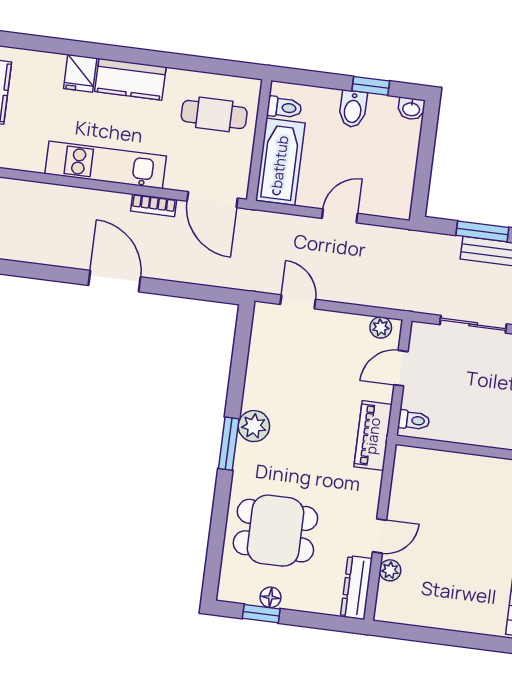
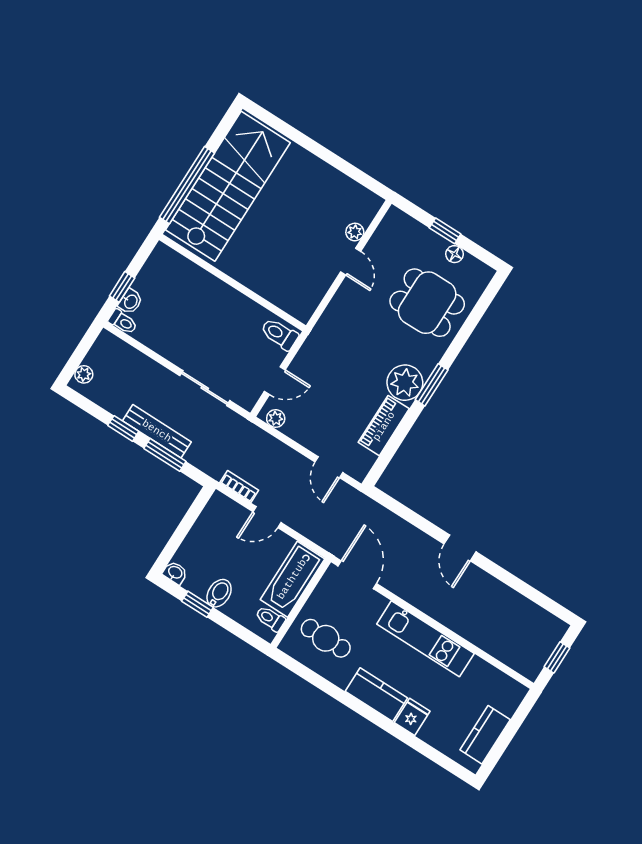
bookcase: (154, 205) -> (239, 487), moved
door: (114, 281) -> (460, 548), width x0.73
toilet: (414, 420) -> (279, 334), width x1.37, depth x1.39
plant: (254, 426) -> (405, 383), width x1.36, depth x1.36
piano: (373, 436) -> (384, 426), moved, turned 180
door: (379, 536) -> (351, 262), swing flipped
dresser: (356, 587) -> (386, 231), removed
window: (261, 614) -> (445, 231), moved

